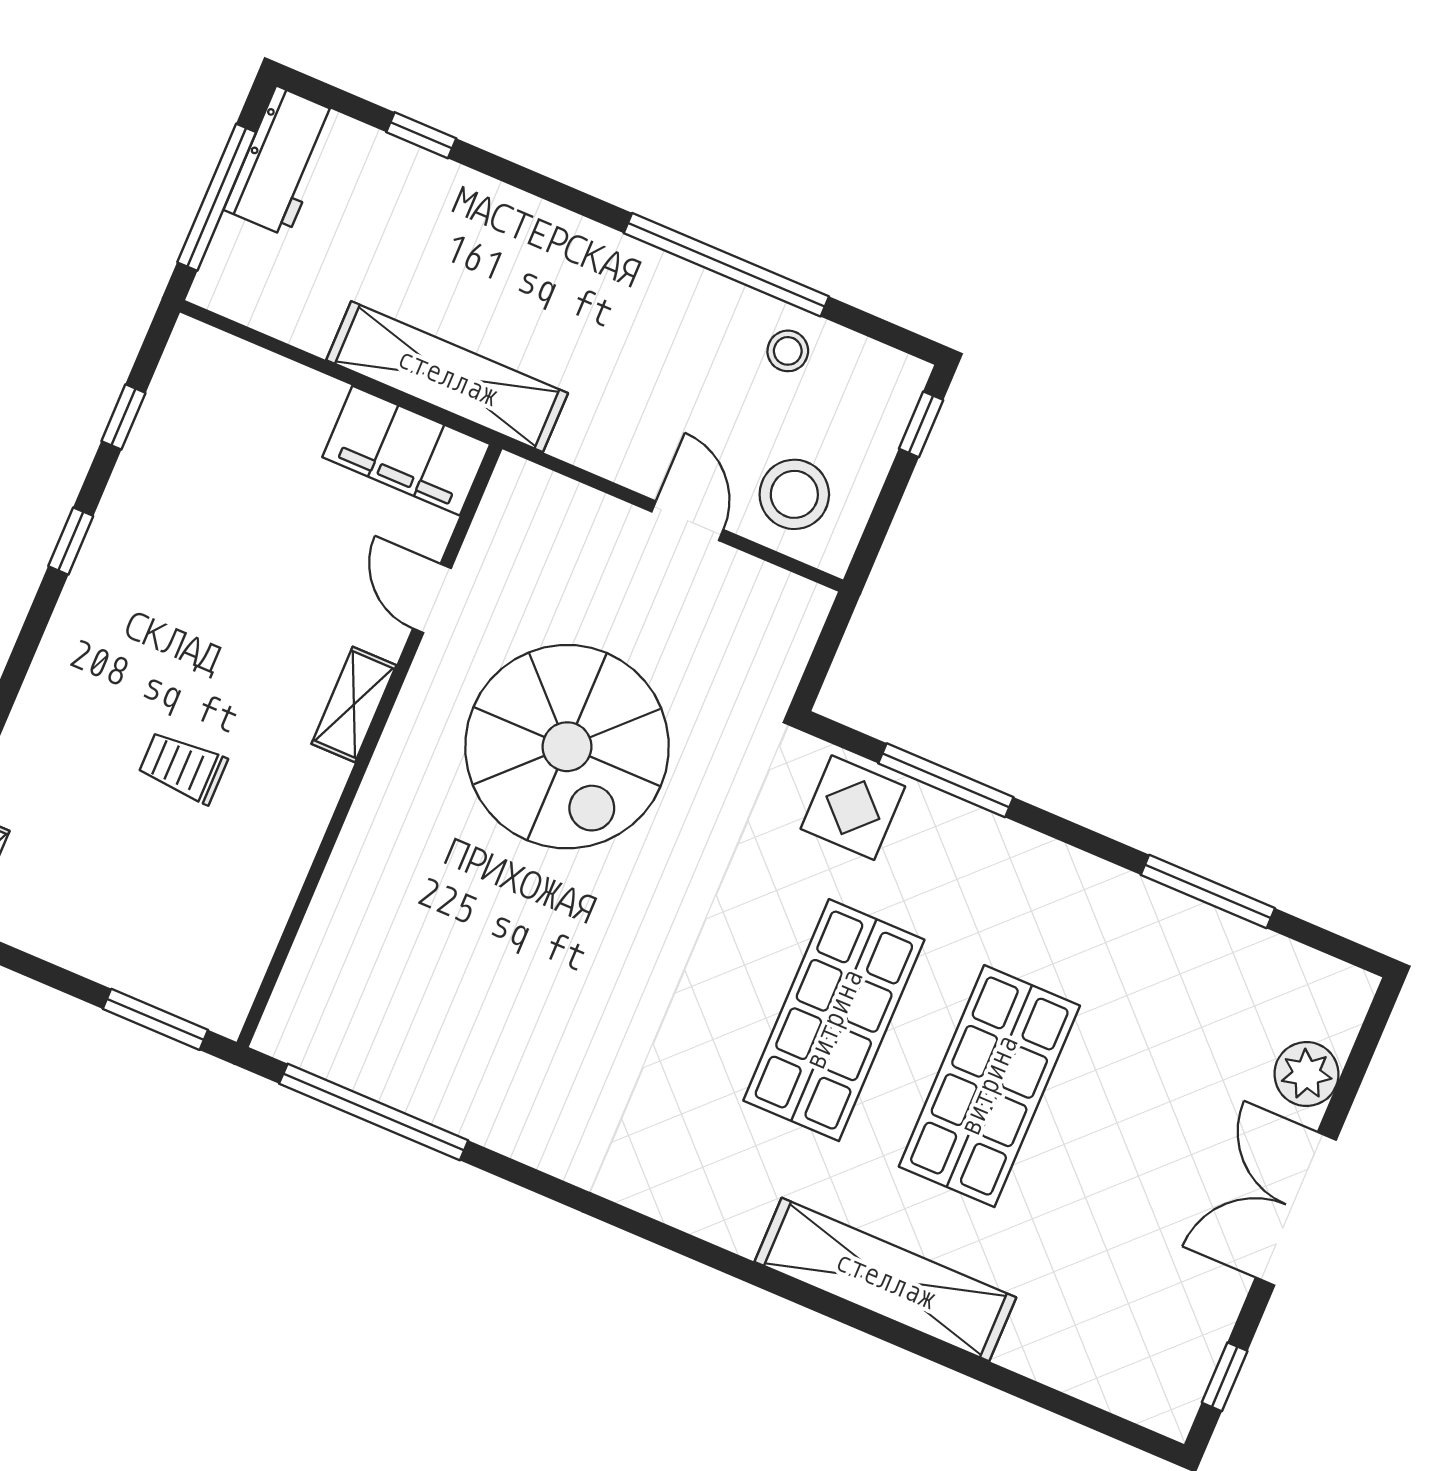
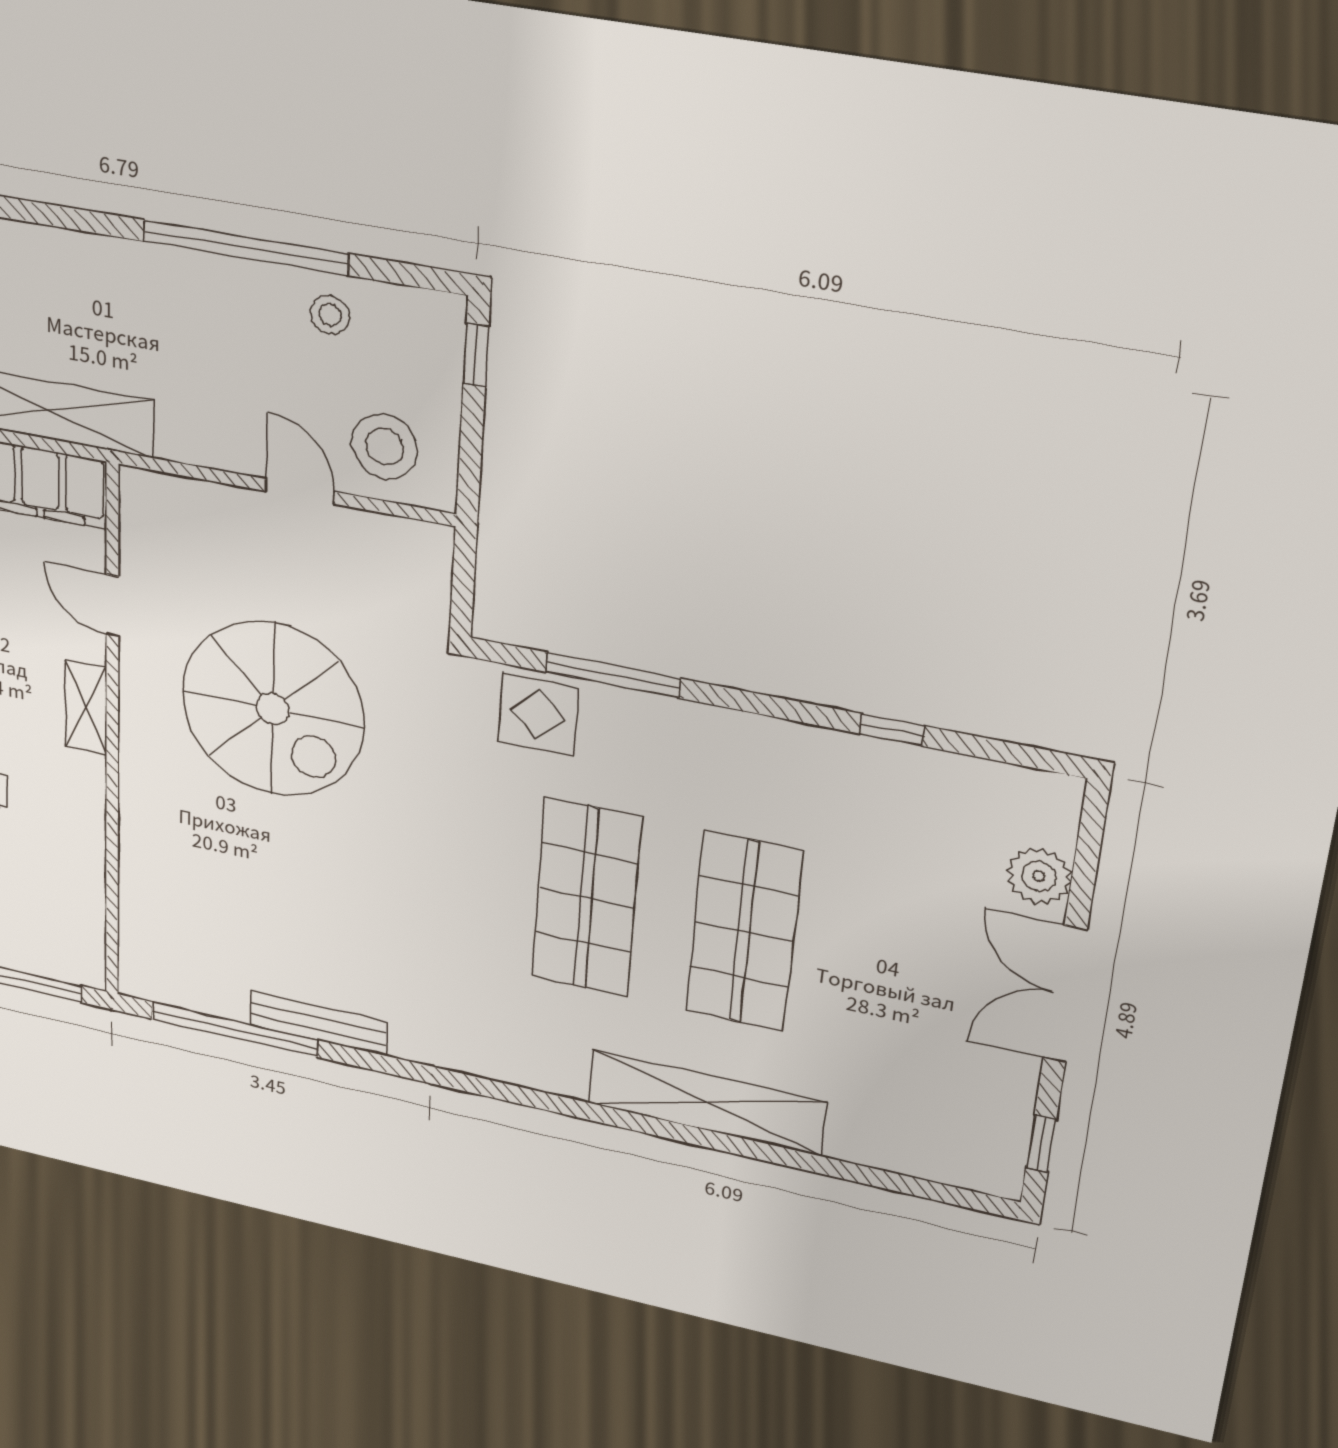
window: (1208, 891) -> (892, 730), width x0.46
bench: (477, 1120) -> (318, 1023), added

